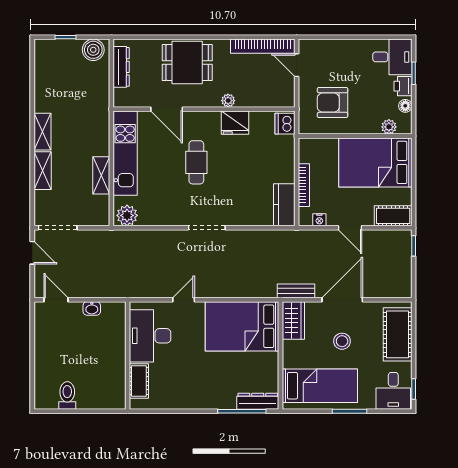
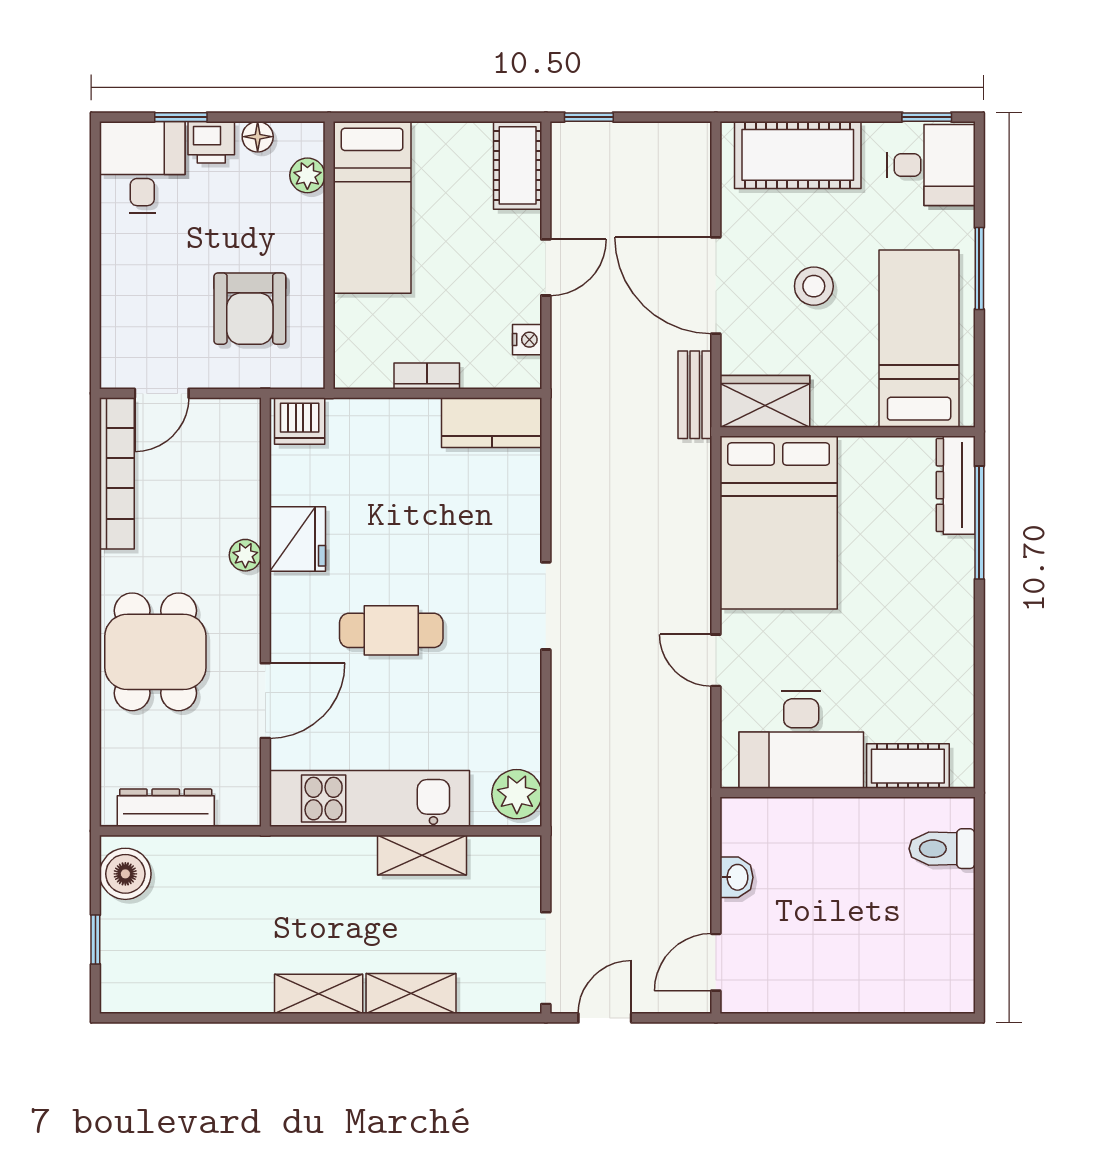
bed: (375, 162) -> (372, 207), width x0.67
bookcase: (304, 185) -> (427, 376), width x0.64
toilet: (67, 395) -> (942, 849), moved

